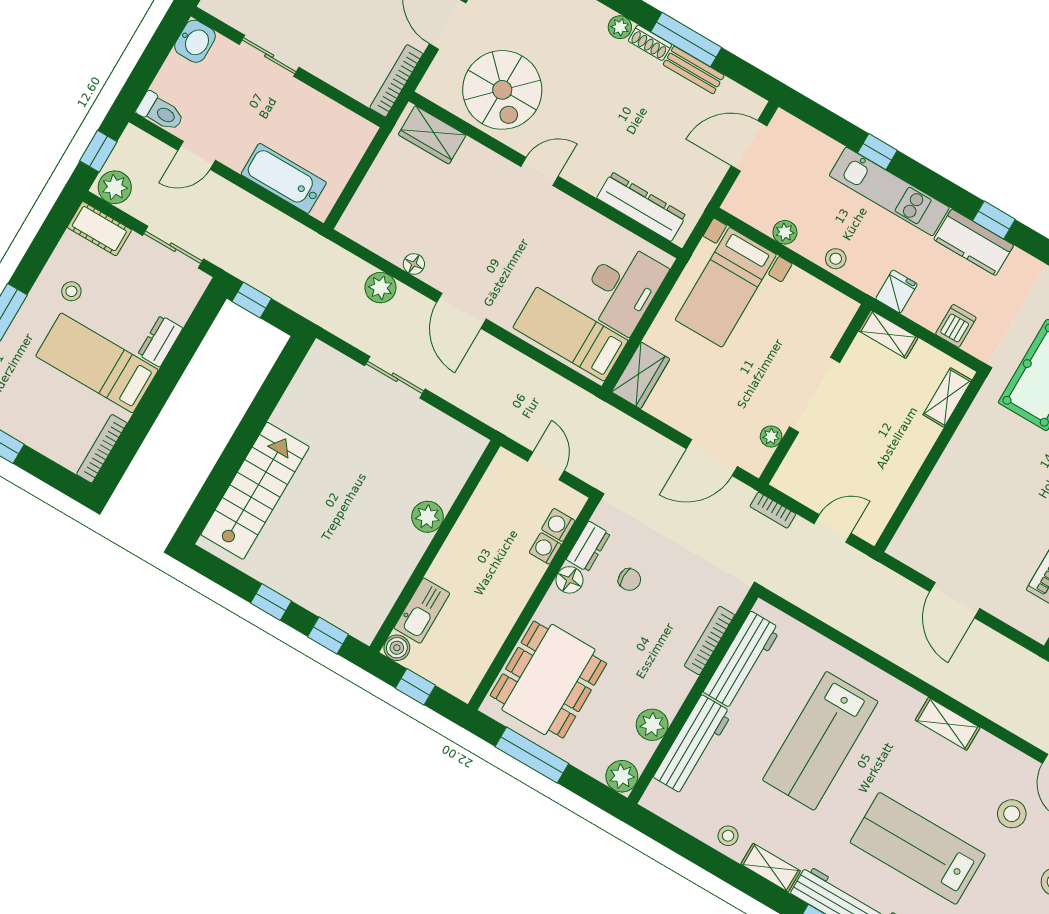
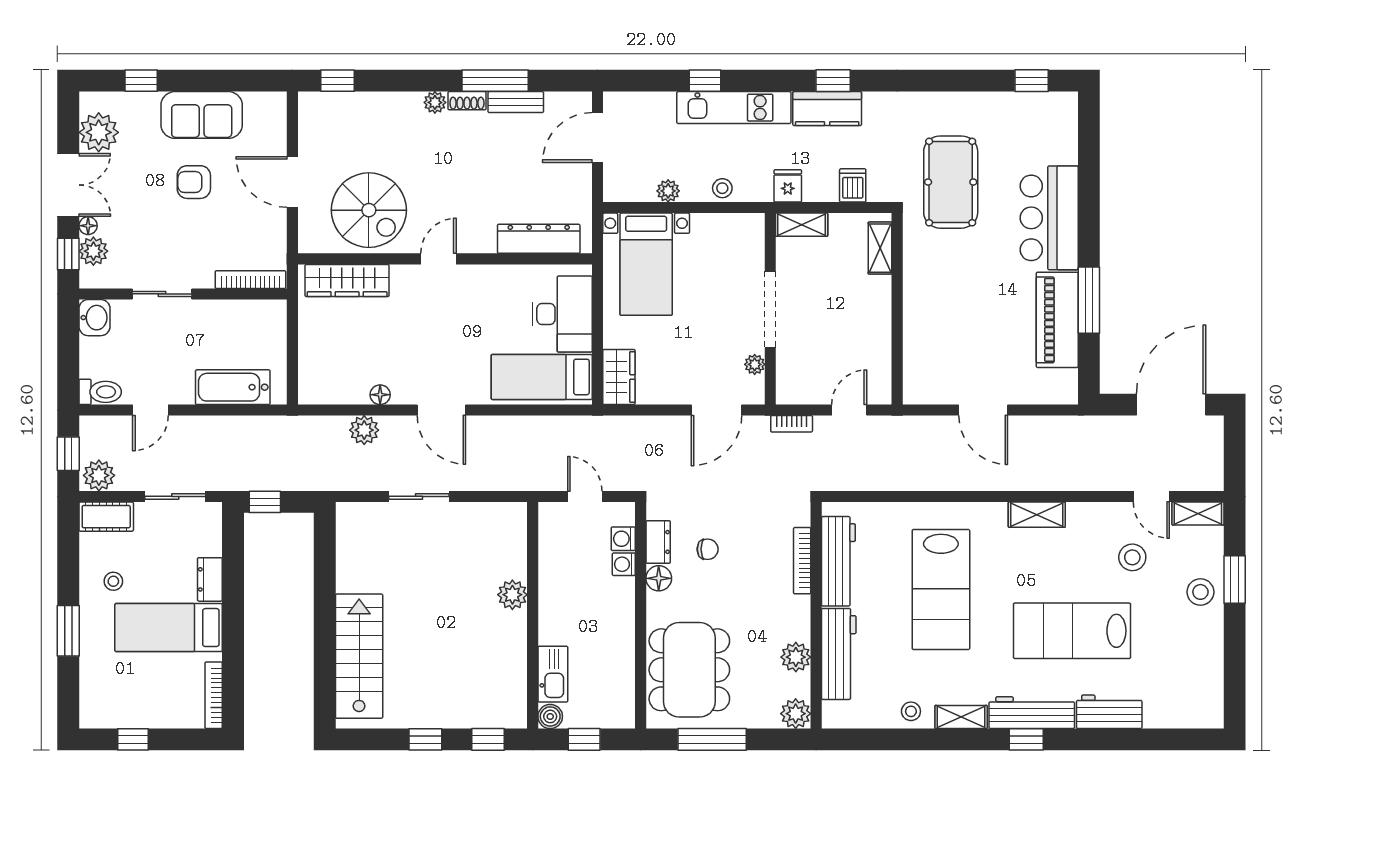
bookcase: (396, 81) -> (250, 280), moved, turned 90
wardrobe: (432, 135) -> (347, 280), width x1.50

